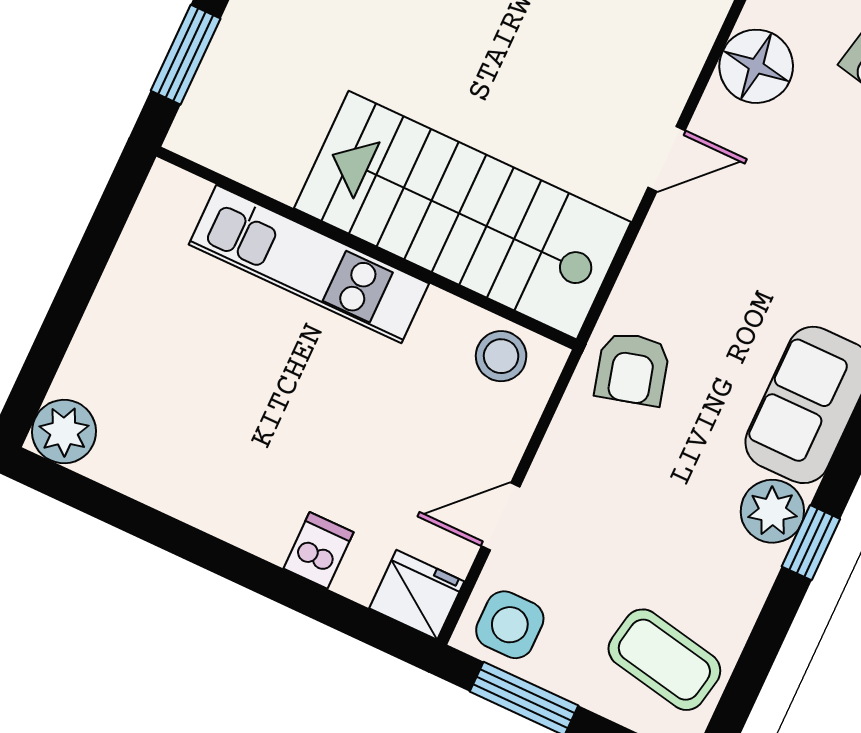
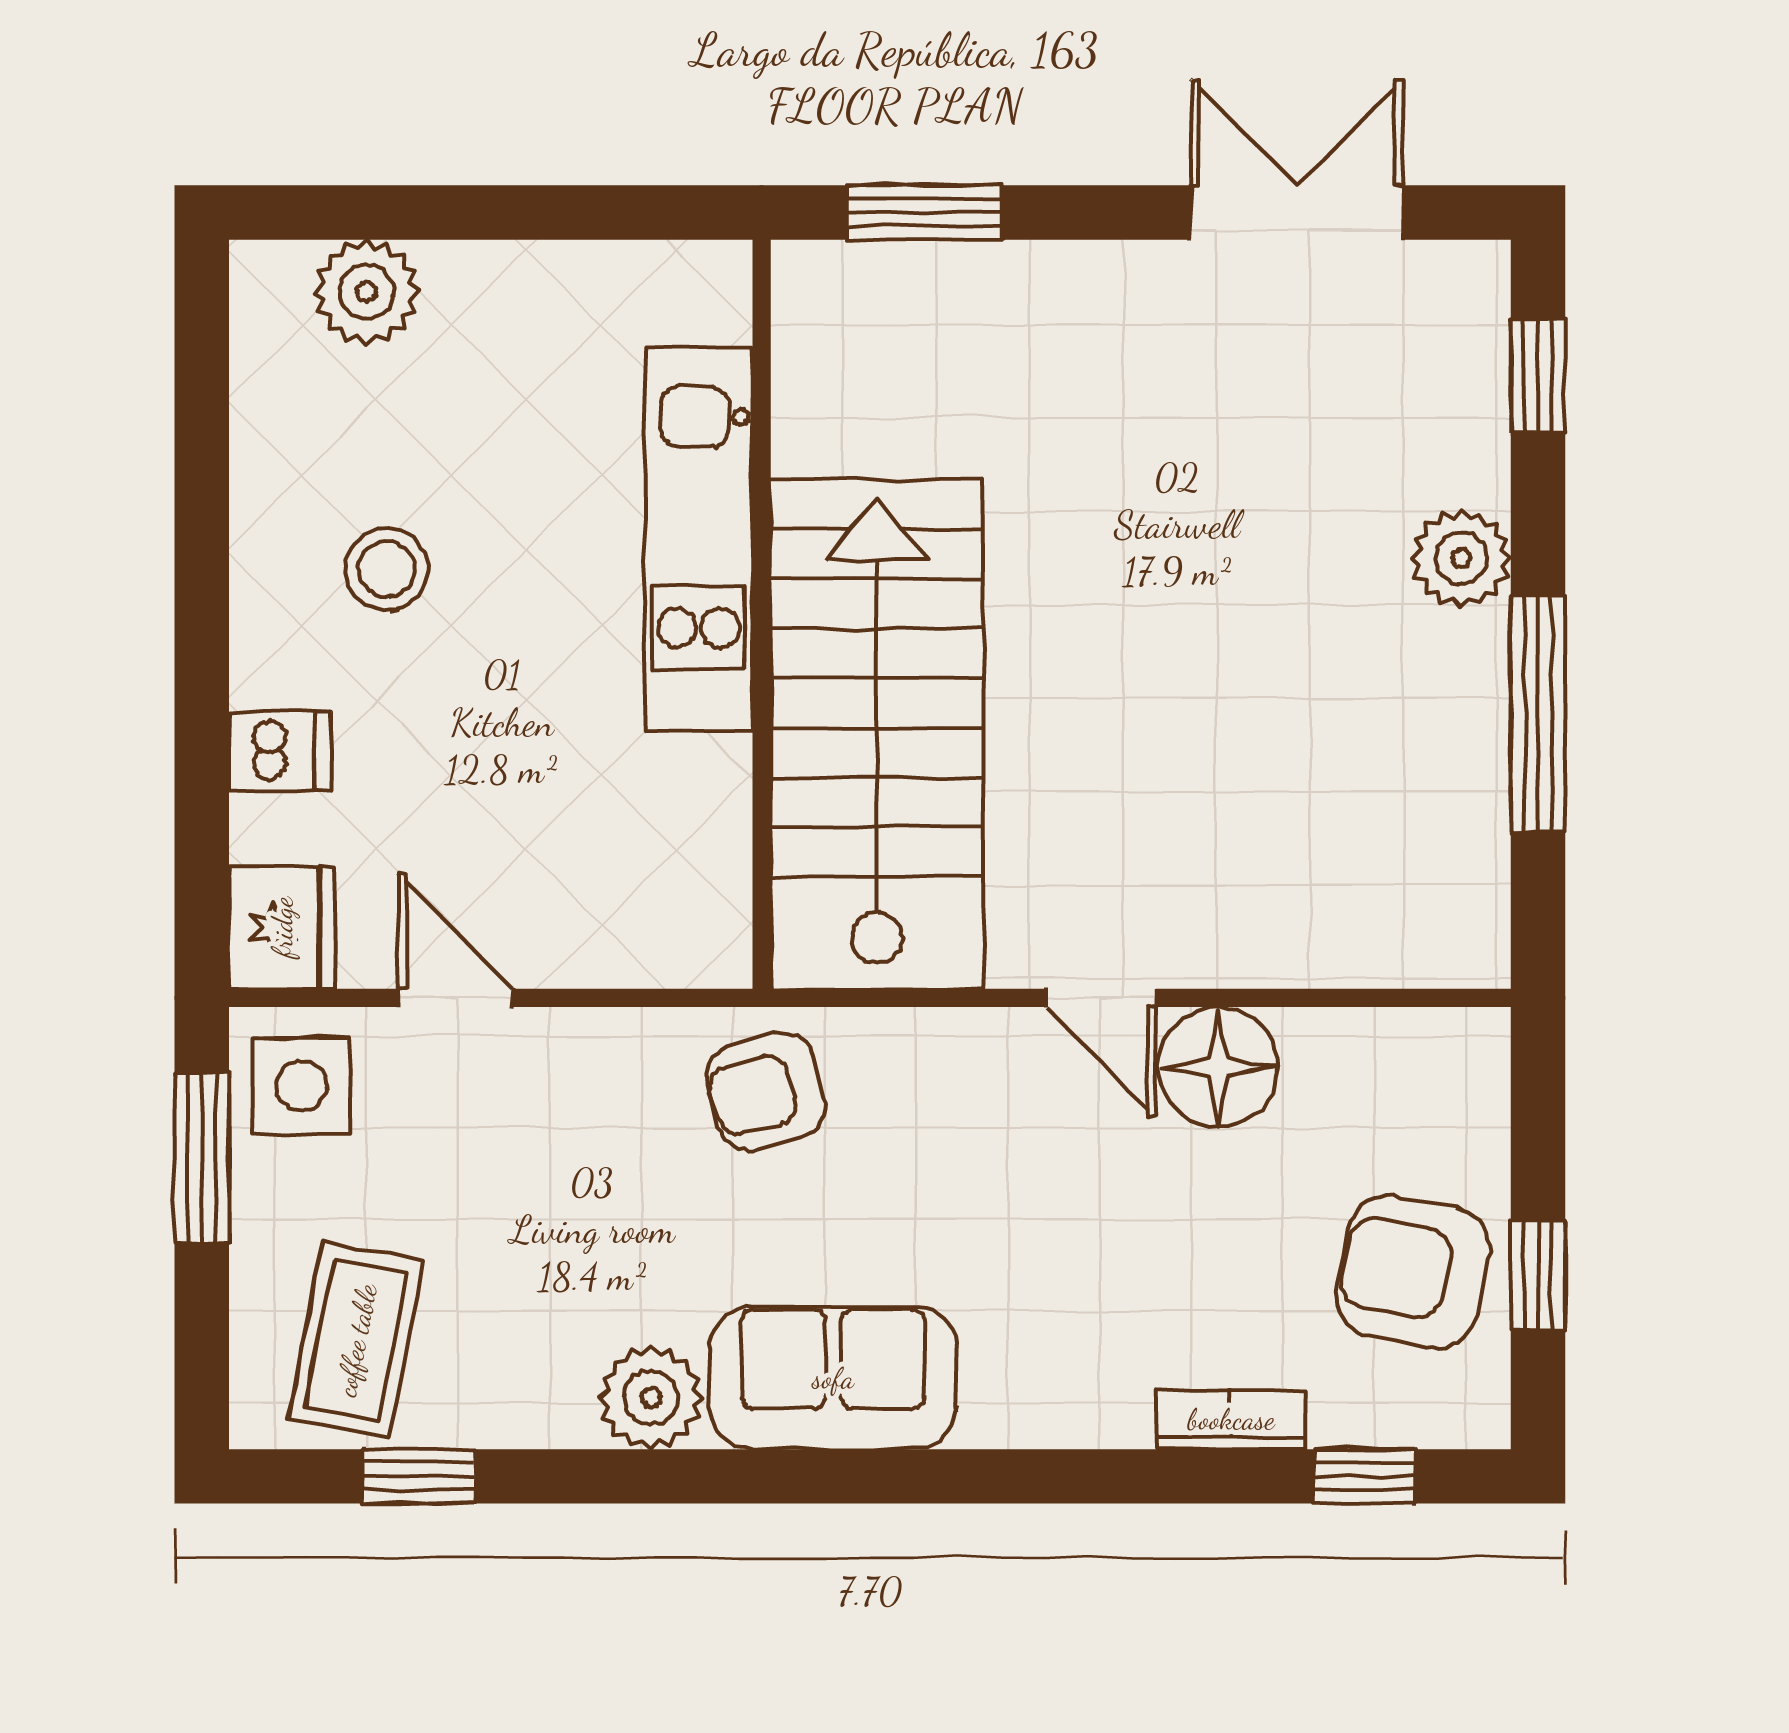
floor lamp: (756, 66) -> (1218, 1067), moved
stool: (501, 356) -> (387, 569), moved
plant: (64, 432) -> (366, 292), moved
window: (811, 543) -> (419, 1476), moved

